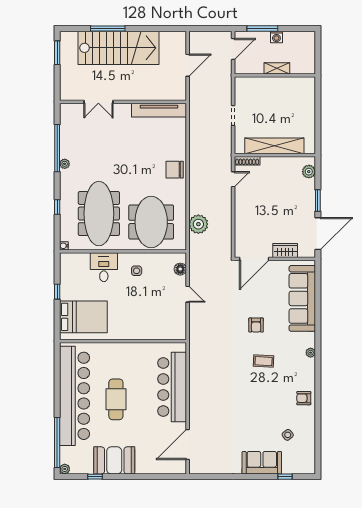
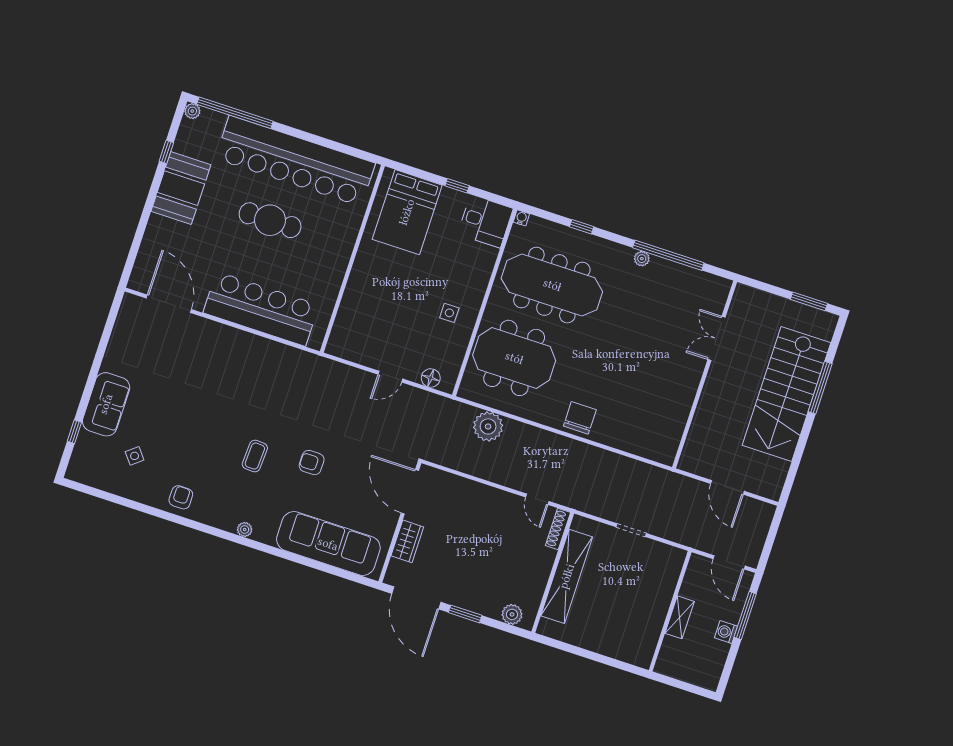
tv unit: (159, 110) -> (675, 423), removed
desk: (104, 267) -> (485, 221), moved

